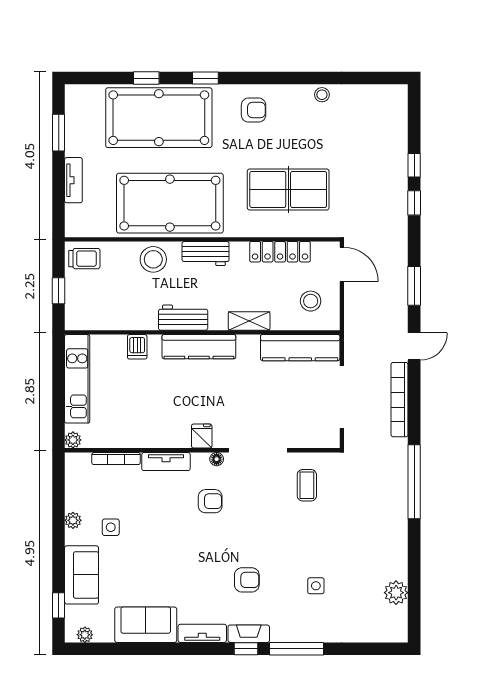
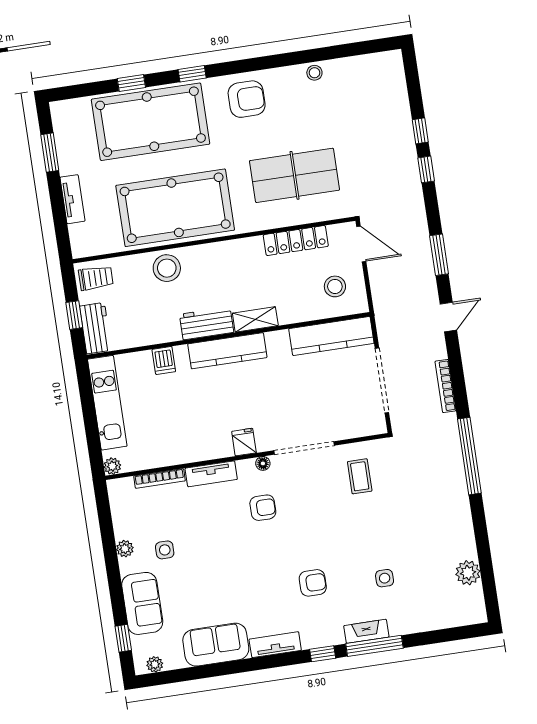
armchair: (254, 110) -> (247, 99), width x1.38, depth x1.38
workbench: (206, 253) -> (96, 328), moved, turned -90
shelving: (249, 321) -> (255, 319), moved
bookcase: (400, 400) -> (446, 386), width x0.68, depth x0.76
fireplace: (249, 634) -> (366, 631), moved

